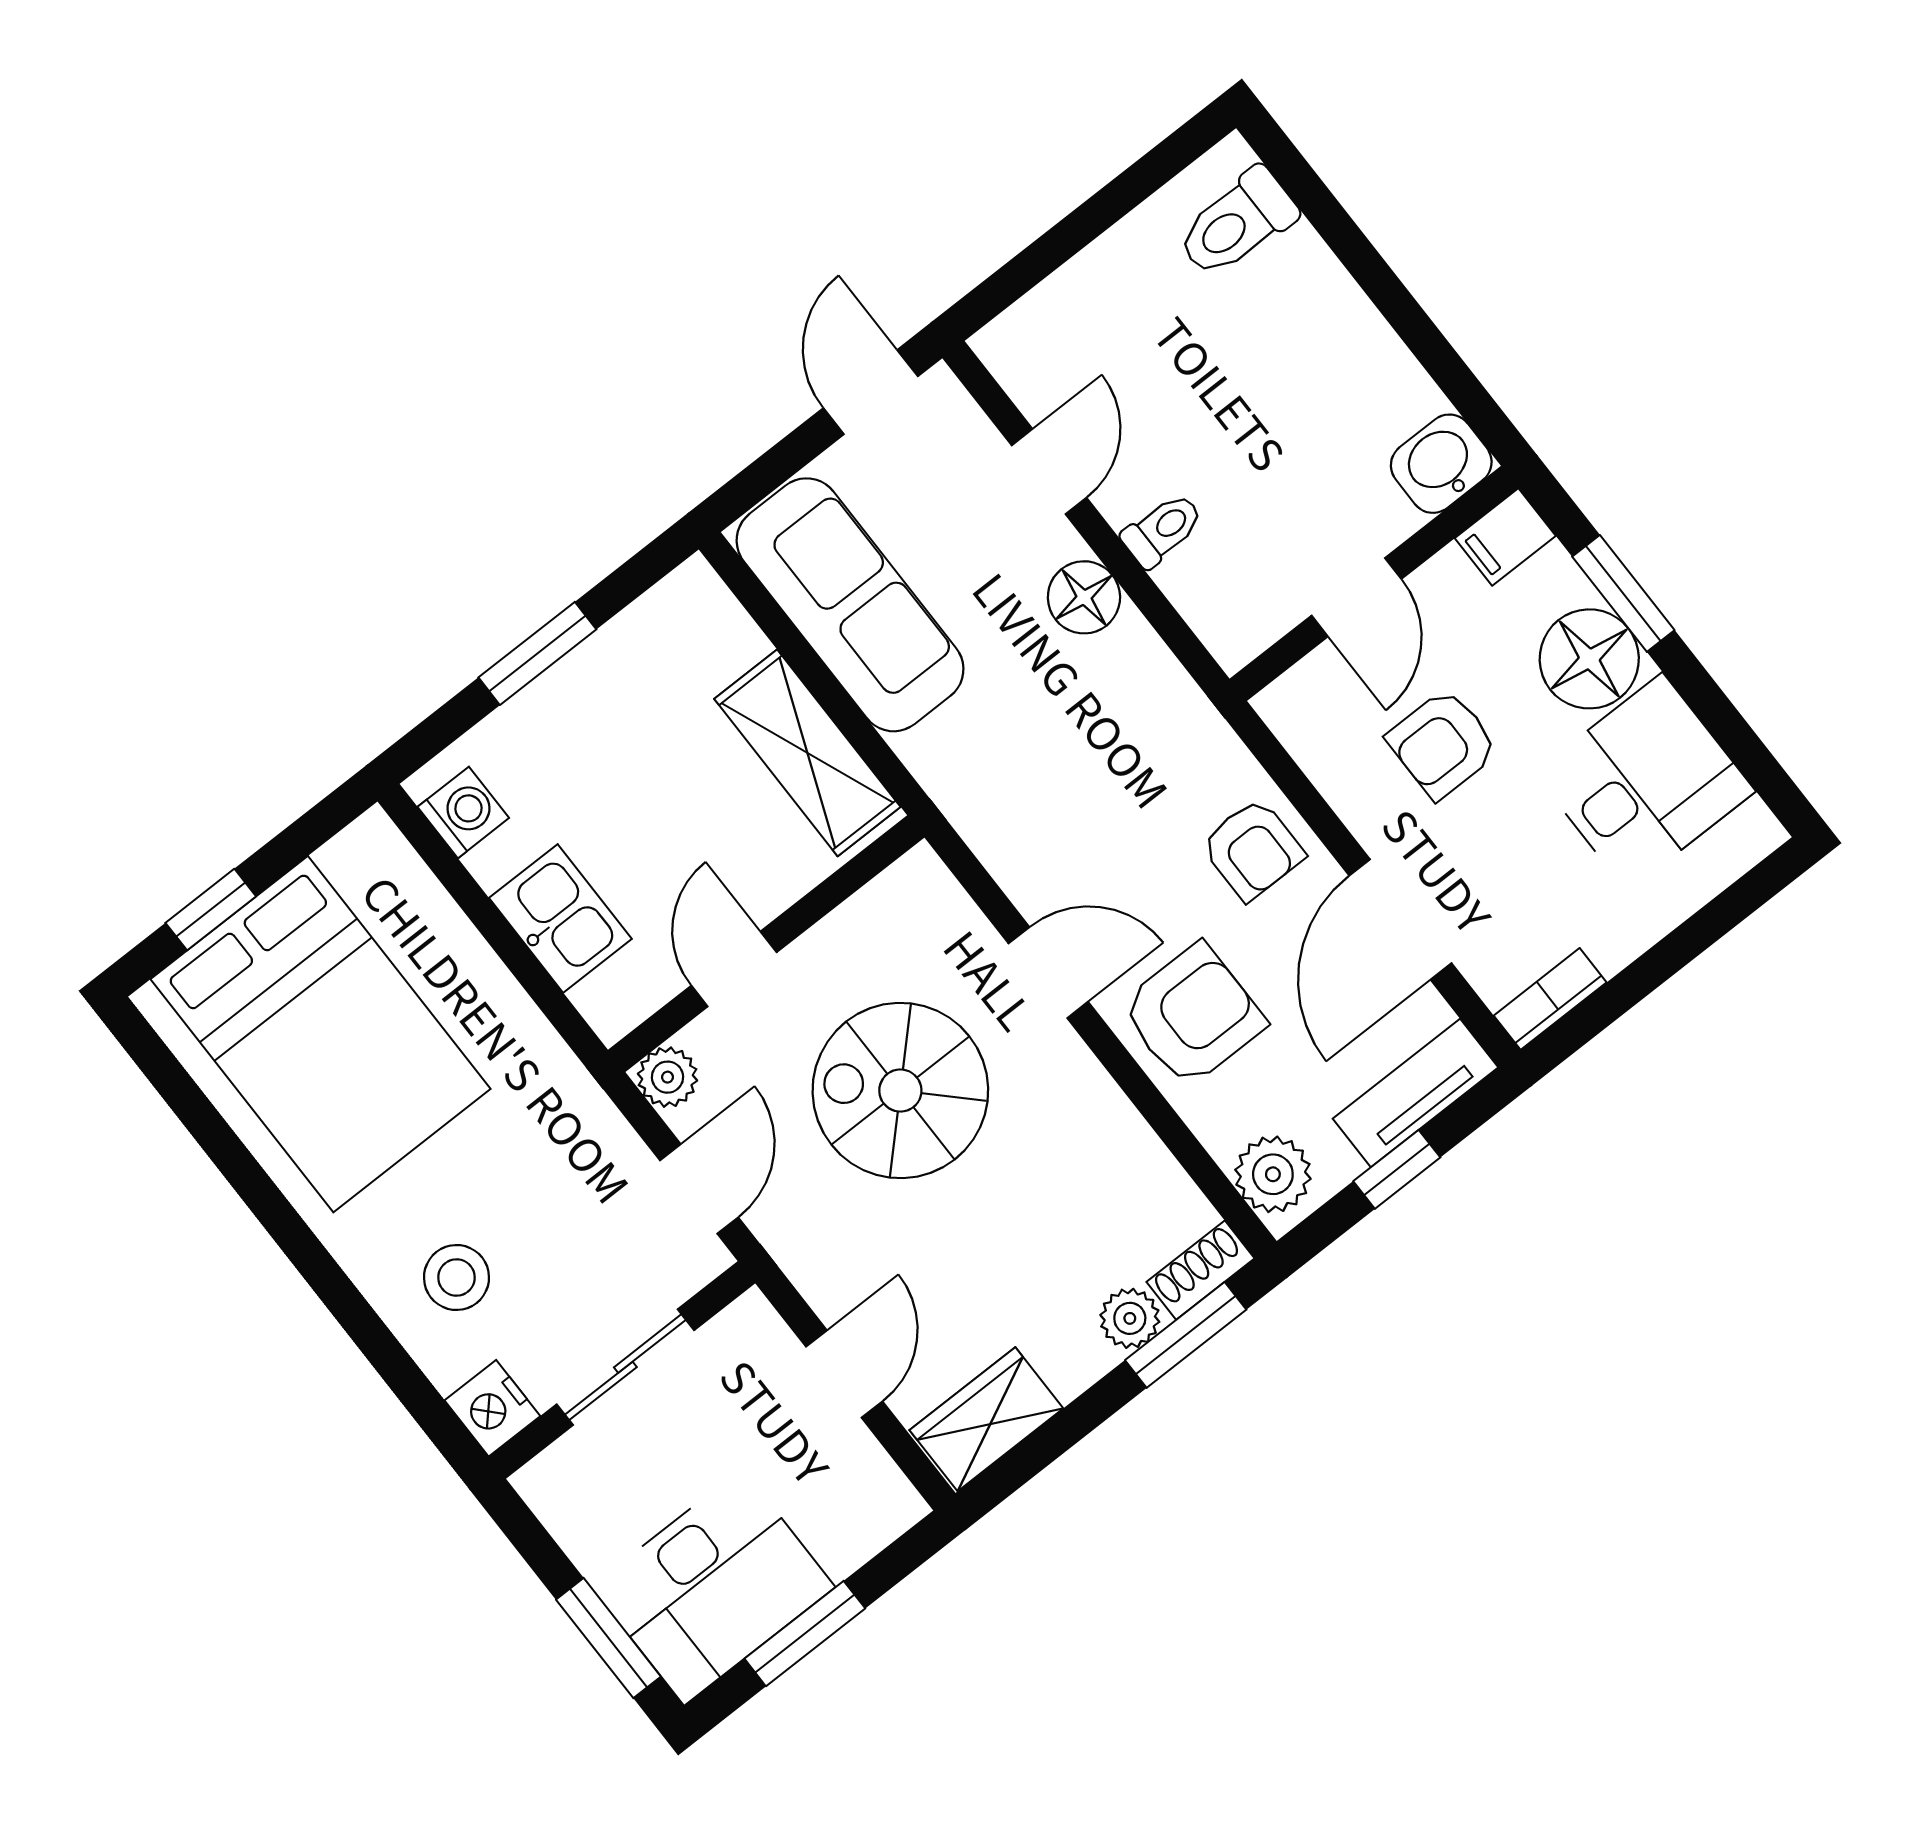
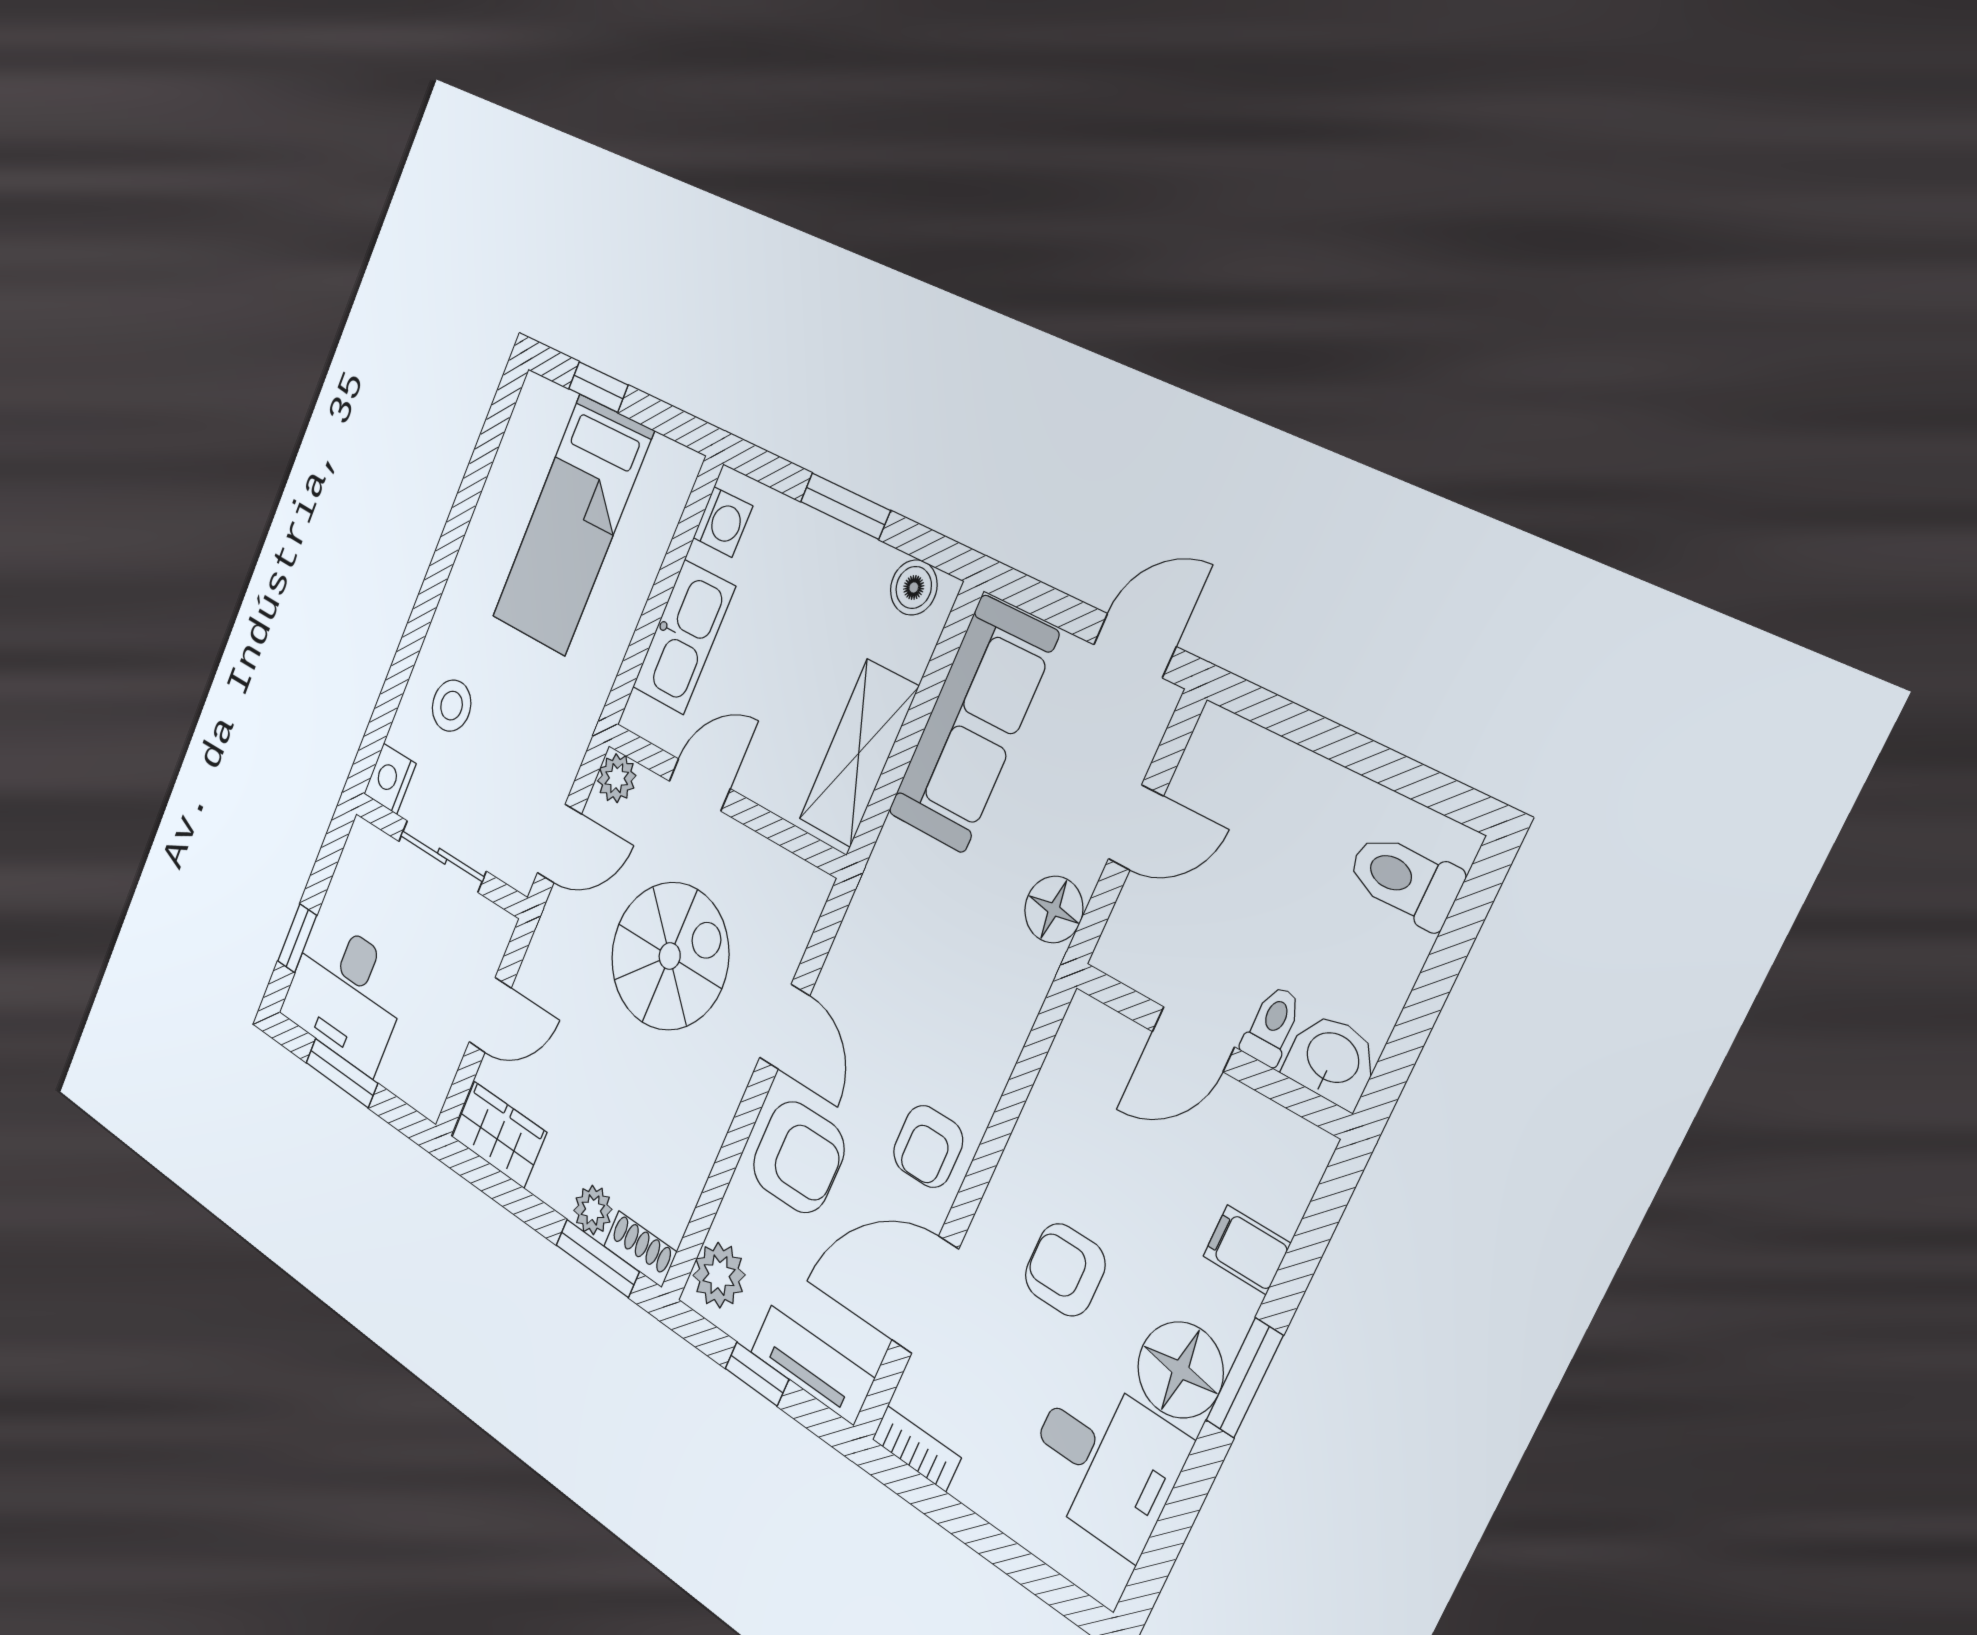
washbasin: (1441, 464) -> (1332, 1060), moved
toilet: (1162, 530) -> (1272, 1026), moved, turned -90
wall: (1374, 583) -> (1210, 1049), moved
door: (1356, 597) -> (1193, 1039), moved
boiler: (671, 611) -> (914, 587), added
kitchen sink: (560, 918) -> (684, 637), width x1.38
bed: (321, 1034) -> (572, 525), width x0.67
spiral stairs: (900, 1091) -> (670, 956), turned 90
window: (608, 1638) -> (297, 938), width x0.67

